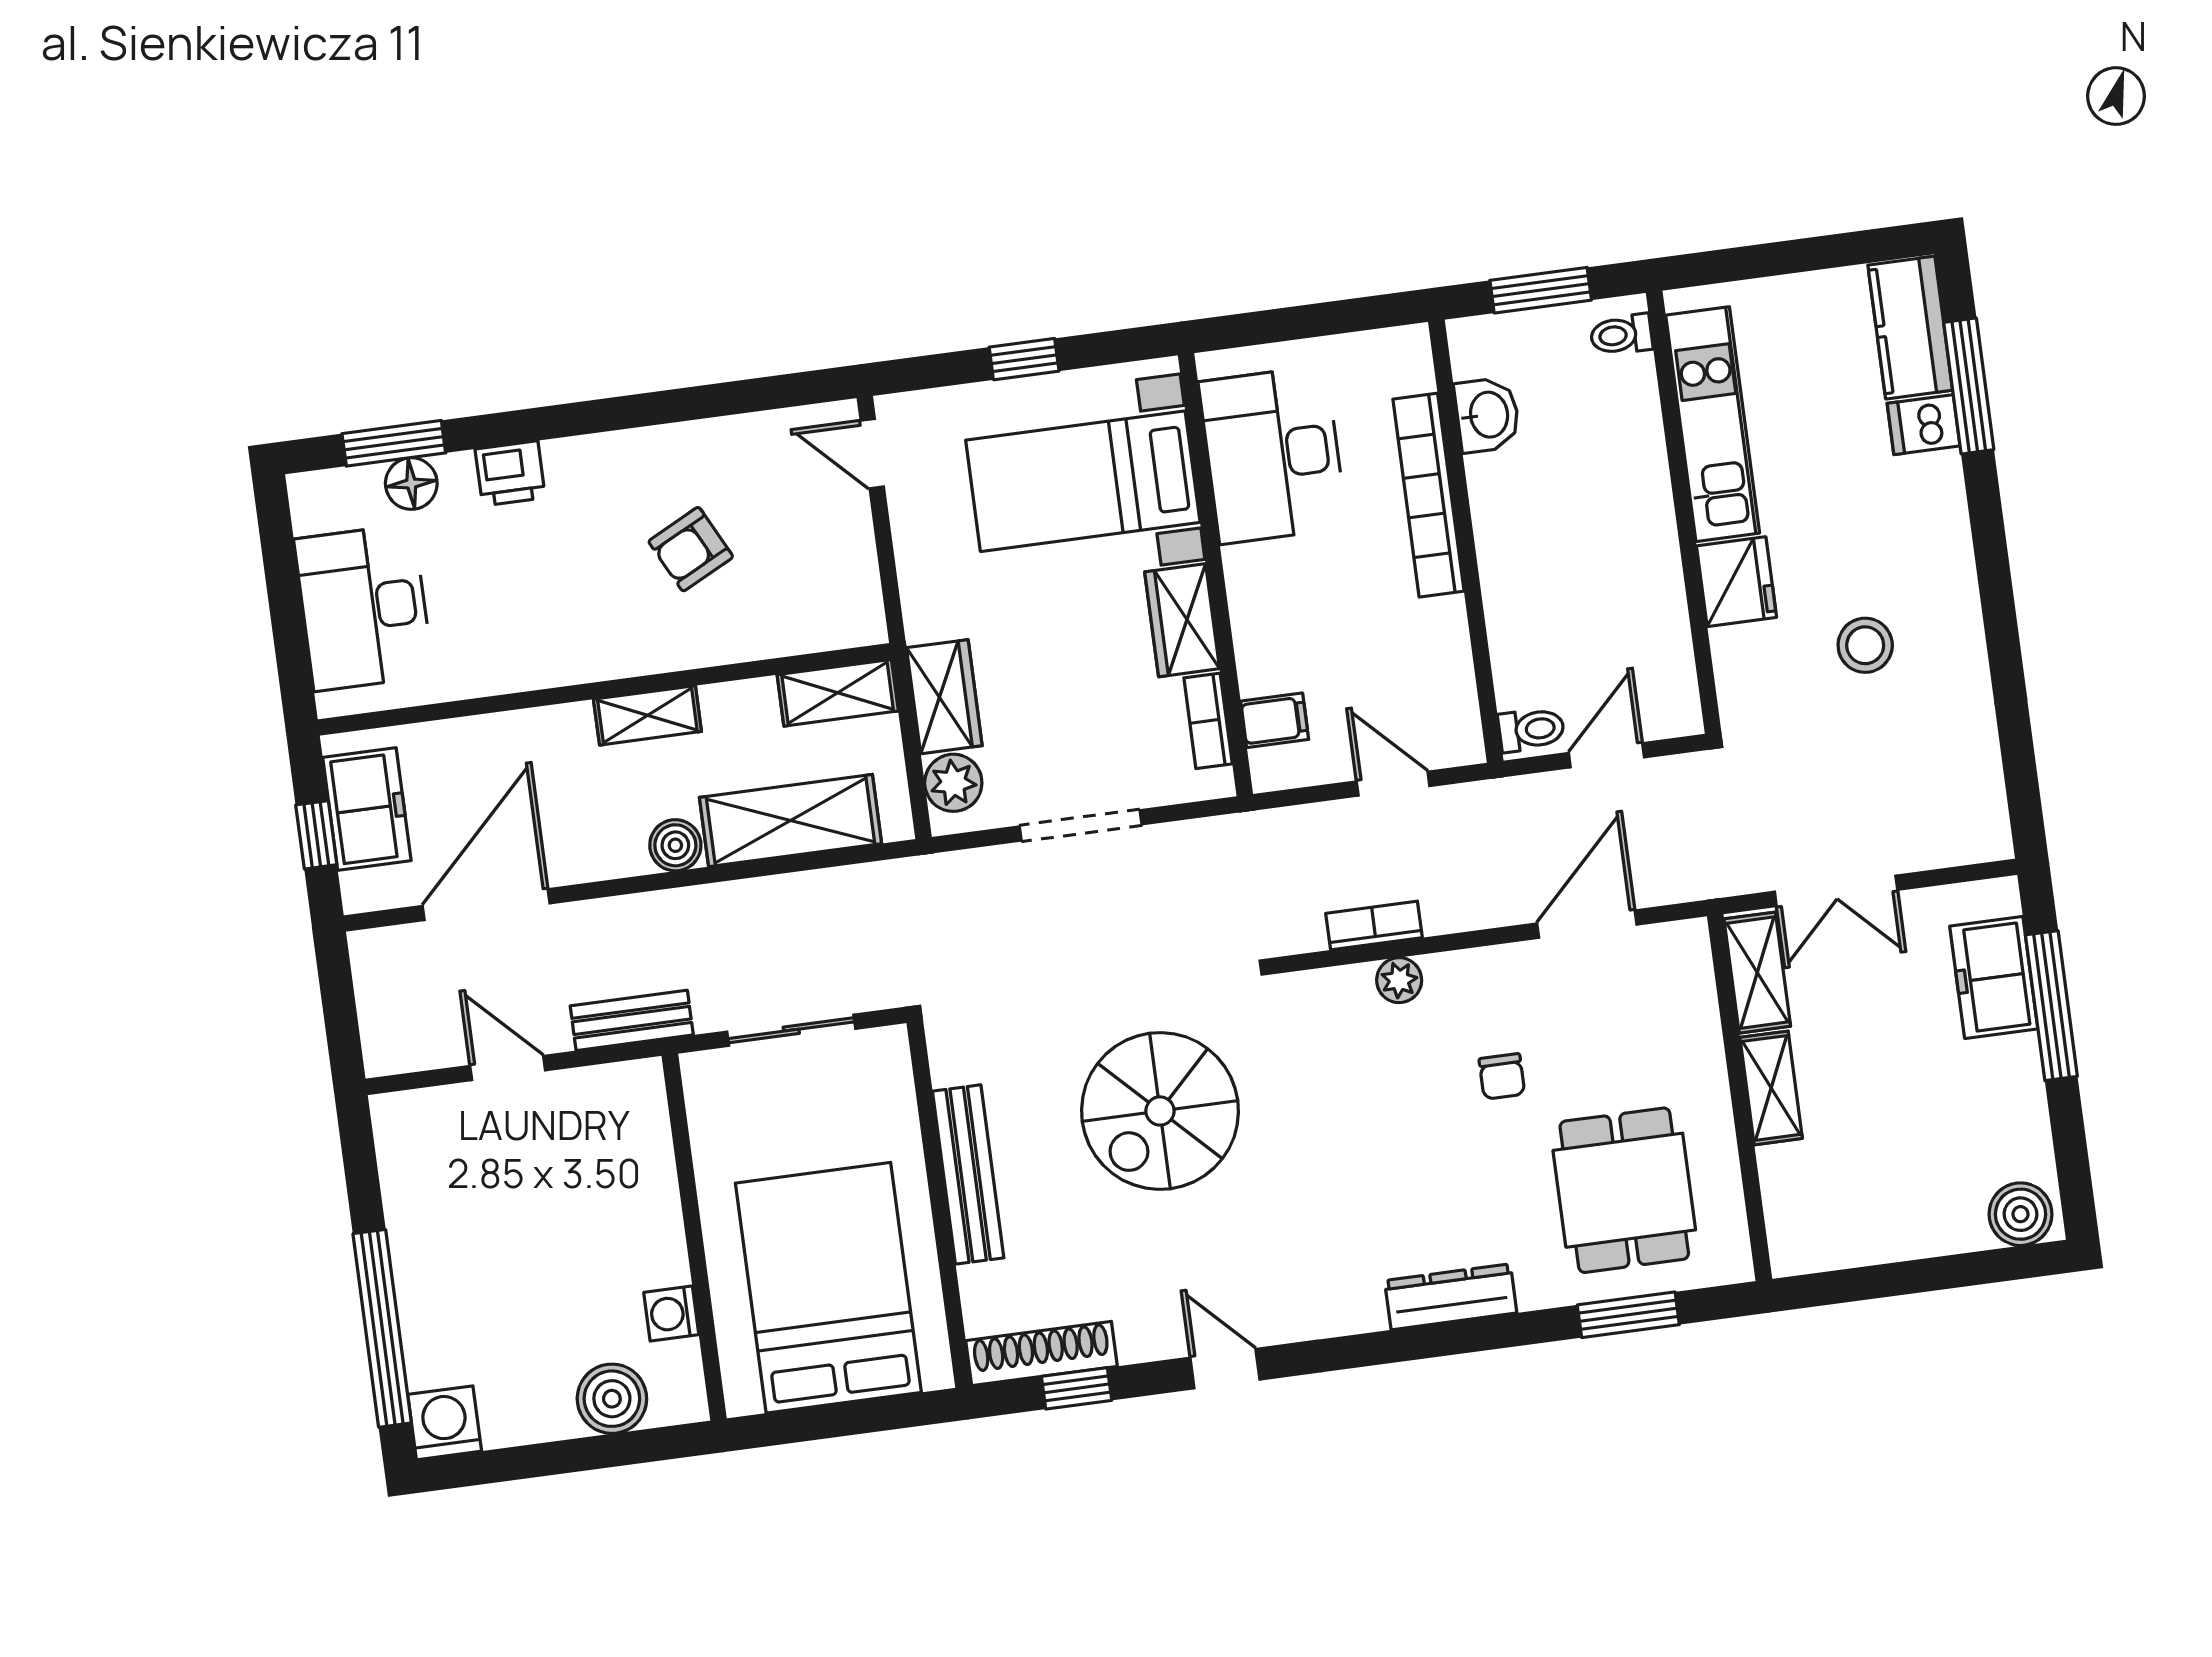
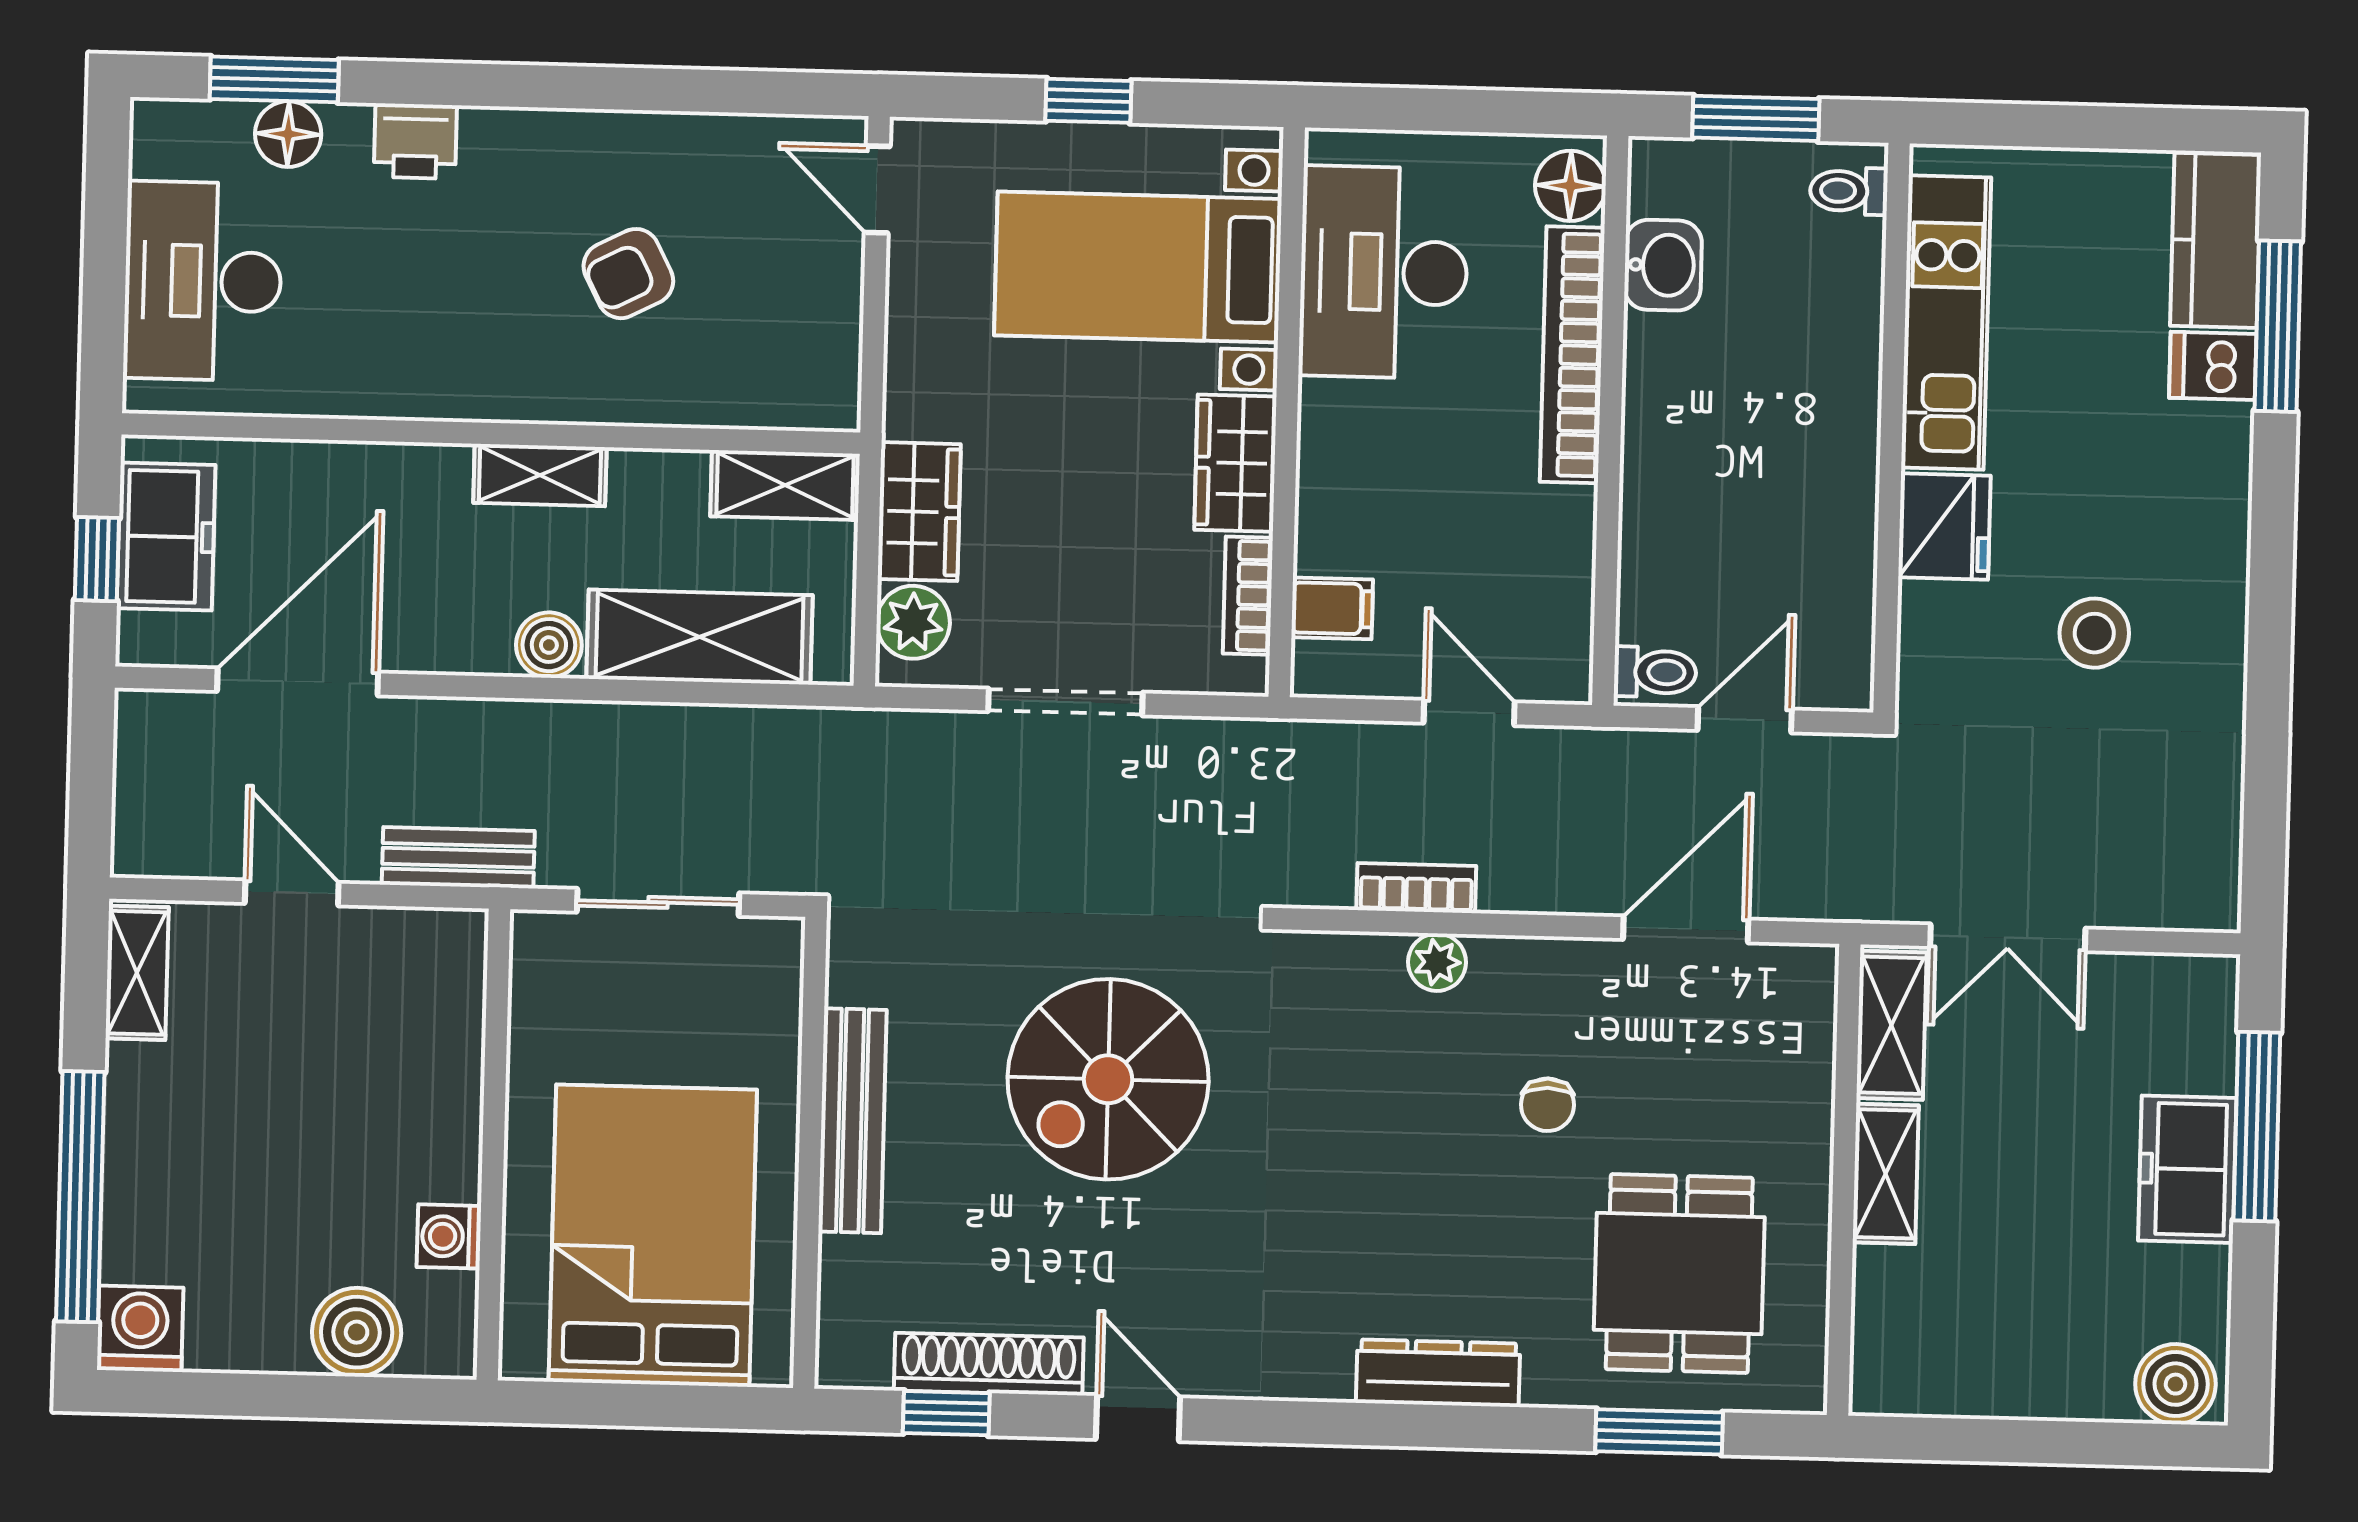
floor lamp: (1406, 365) -> (1570, 186), added
freezer: (1994, 977) -> (2187, 1169), moved
shelving: (398, 1149) -> (137, 973), added
shoe rack: (1042, 1354) -> (989, 1364), moved

